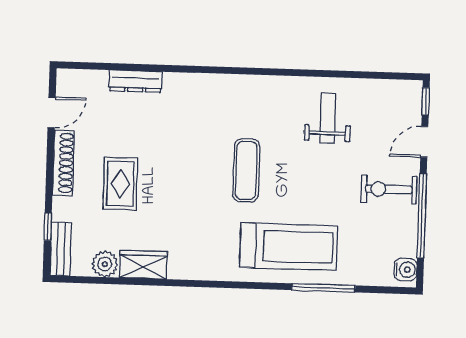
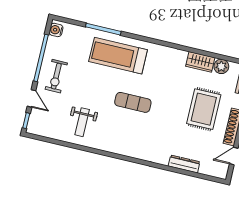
door: (424, 142) -> (31, 98), hinge flipped
exercise mat: (246, 170) -> (133, 102), turned 90
rug: (120, 184) -> (204, 109), width x1.36, depth x1.43
exercise bike: (389, 189) -> (56, 76), turned 90

